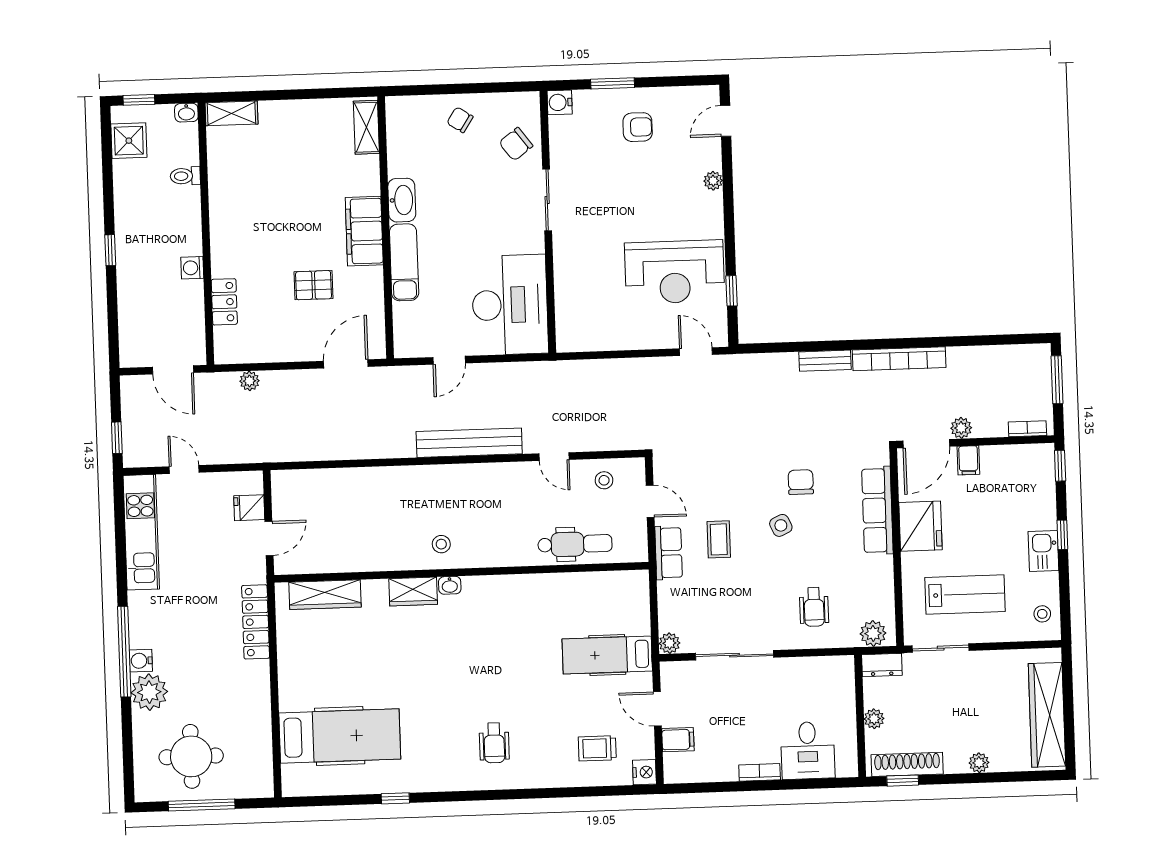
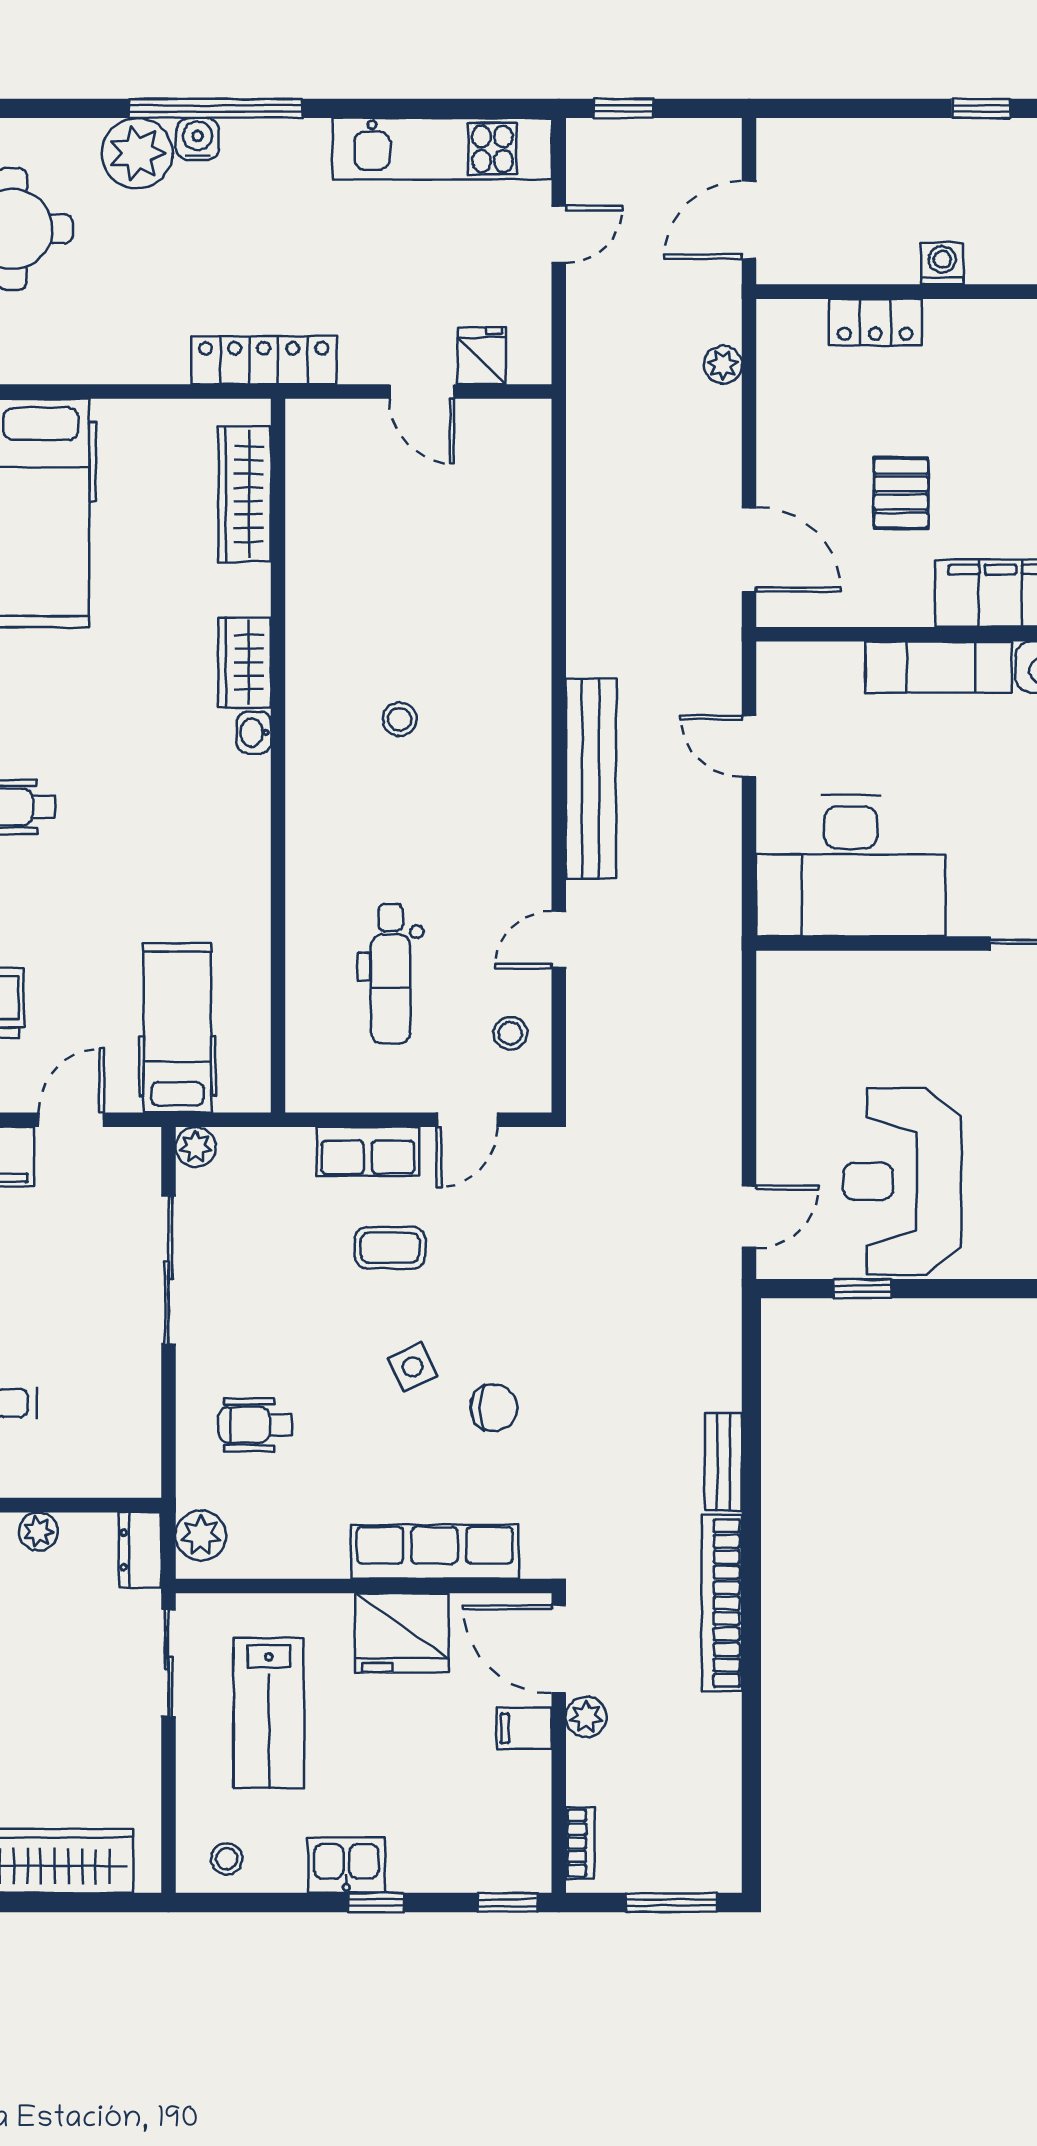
wall: (461, 572) -> (278, 756), moved
washbasin: (450, 585) -> (254, 733), moved
wardrobe: (413, 592) -> (245, 662), moved
wardrobe: (325, 595) -> (245, 494), moved

